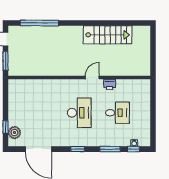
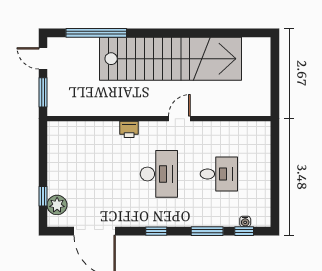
stairs: (108, 35) -> (171, 59), width x1.86, depth x1.51
printer: (110, 84) -> (129, 129), moved

